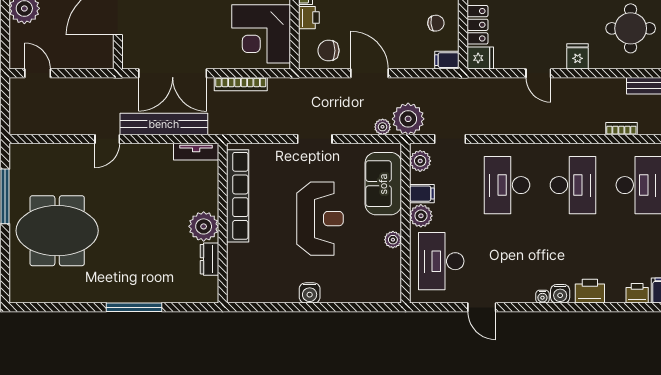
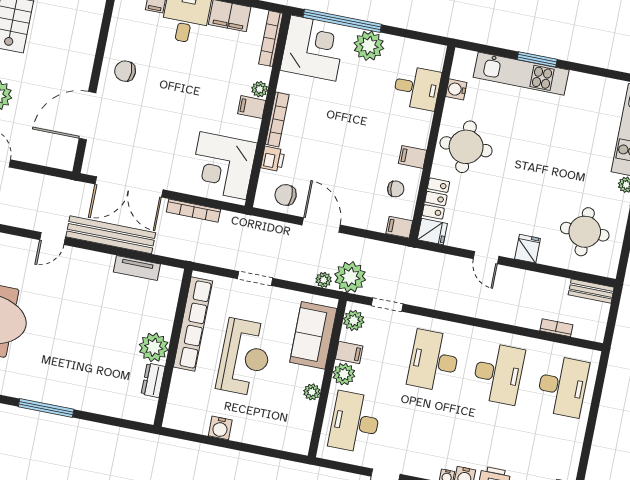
row of seats: (238, 196) -> (193, 324), moved
wall: (223, 223) -> (173, 348), moved
plant: (204, 226) -> (154, 347), moved
dresser: (209, 259) -> (153, 380), moved

